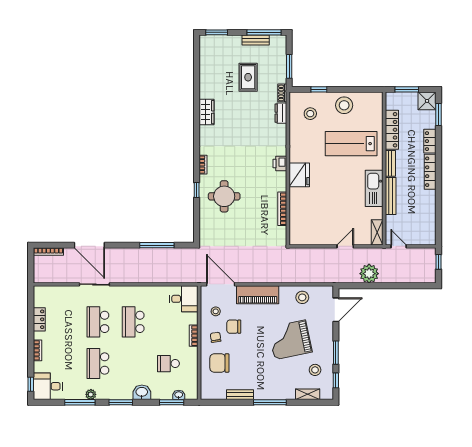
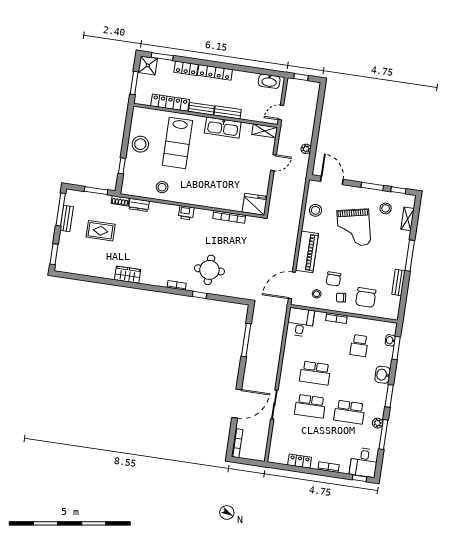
stool: (310, 114) -> (162, 187), moved
fridge: (299, 175) -> (255, 204), moved
bench: (391, 196) -> (228, 112), width x0.73
washbasin: (429, 229) -> (269, 81), added
door: (345, 246) -> (274, 163), swing flipped
plant: (369, 274) -> (306, 149), width x0.53, depth x0.53

